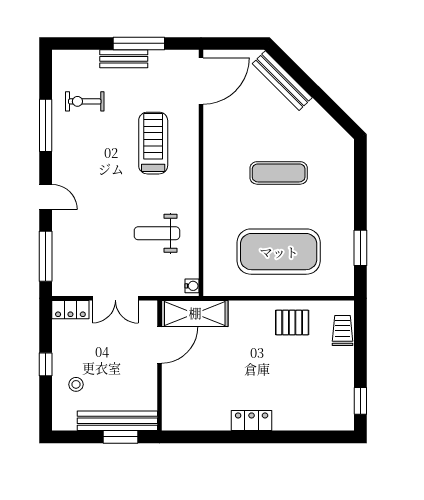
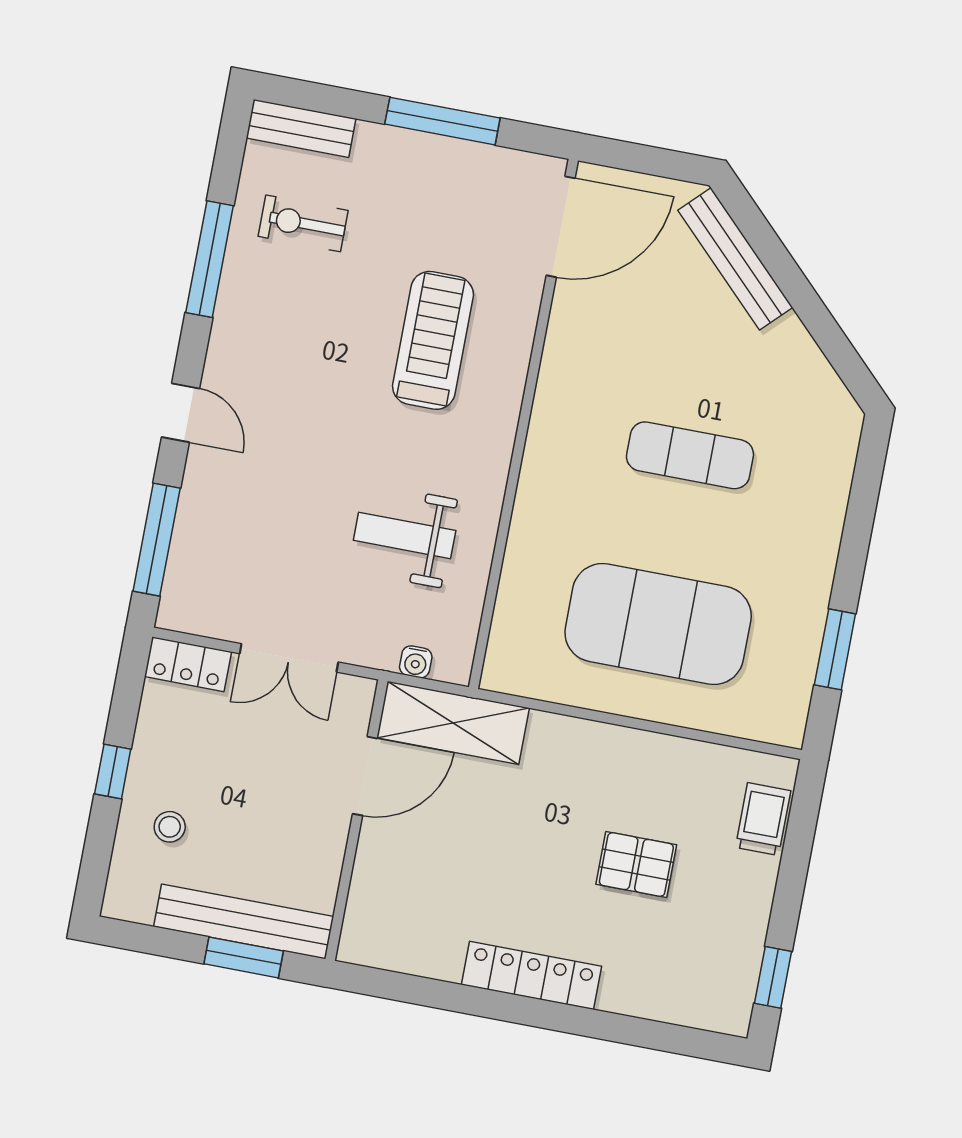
bench: (124, 59) -> (301, 128), moved
water cooler: (192, 286) -> (416, 662), moved, turned 90
pallet: (292, 323) -> (636, 865), moved
locker: (252, 421) -> (532, 975), width x1.53

